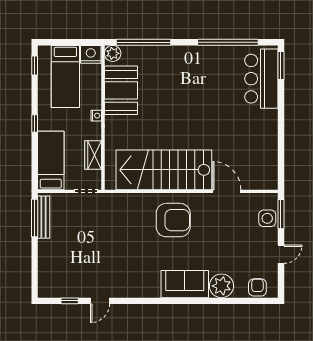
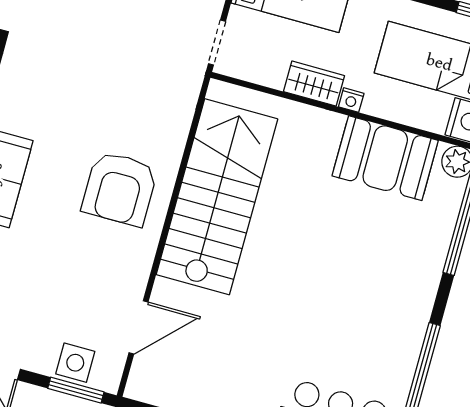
wardrobe: (93, 155) -> (314, 84), moved
door: (227, 191) -> (138, 327), moved

